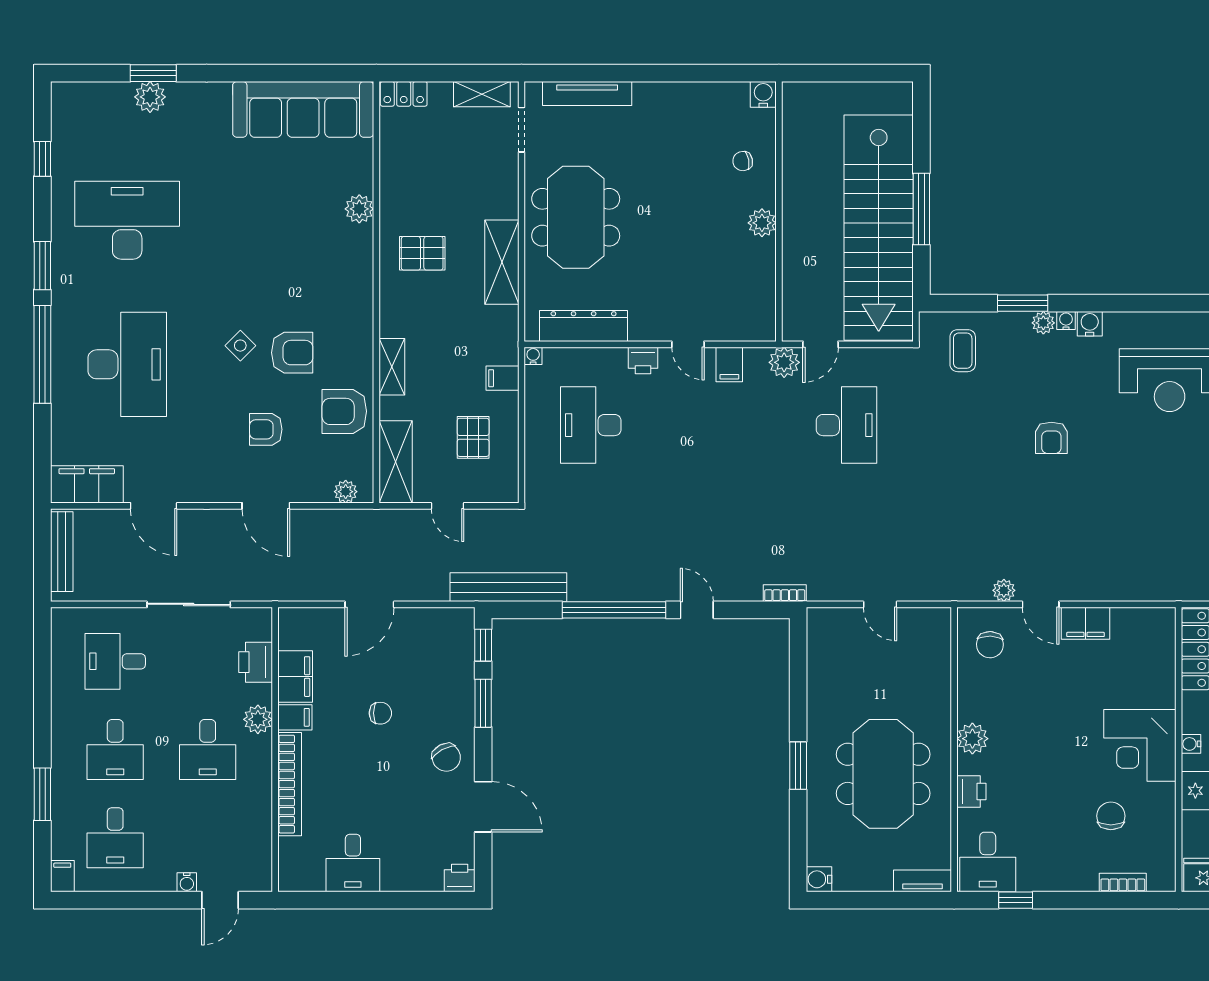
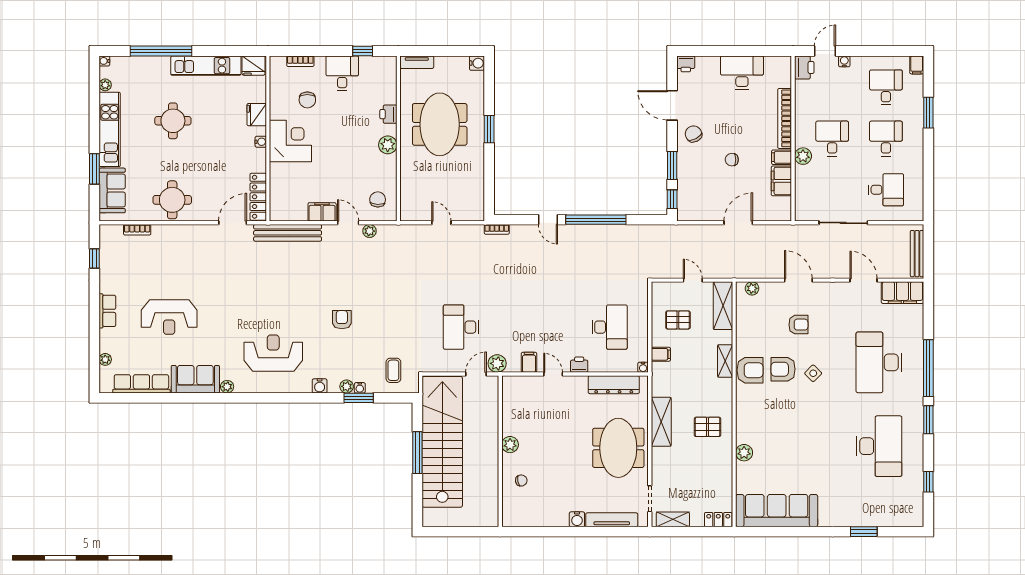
water cooler: (763, 94) -> (577, 519), moved
plant: (150, 97) -> (866, 518), removed
desk: (127, 220) -> (879, 446), turned -90
water cooler: (1066, 321) -> (360, 388), moved
armchair: (344, 411) -> (750, 370), moved
pallet: (473, 437) -> (678, 320), turned 90
bench: (508, 587) -> (288, 233), moved
printer: (256, 662) -> (804, 67), moved
desk: (988, 862) -> (342, 73), moved
desk: (353, 863) -> (742, 73), width x1.37

